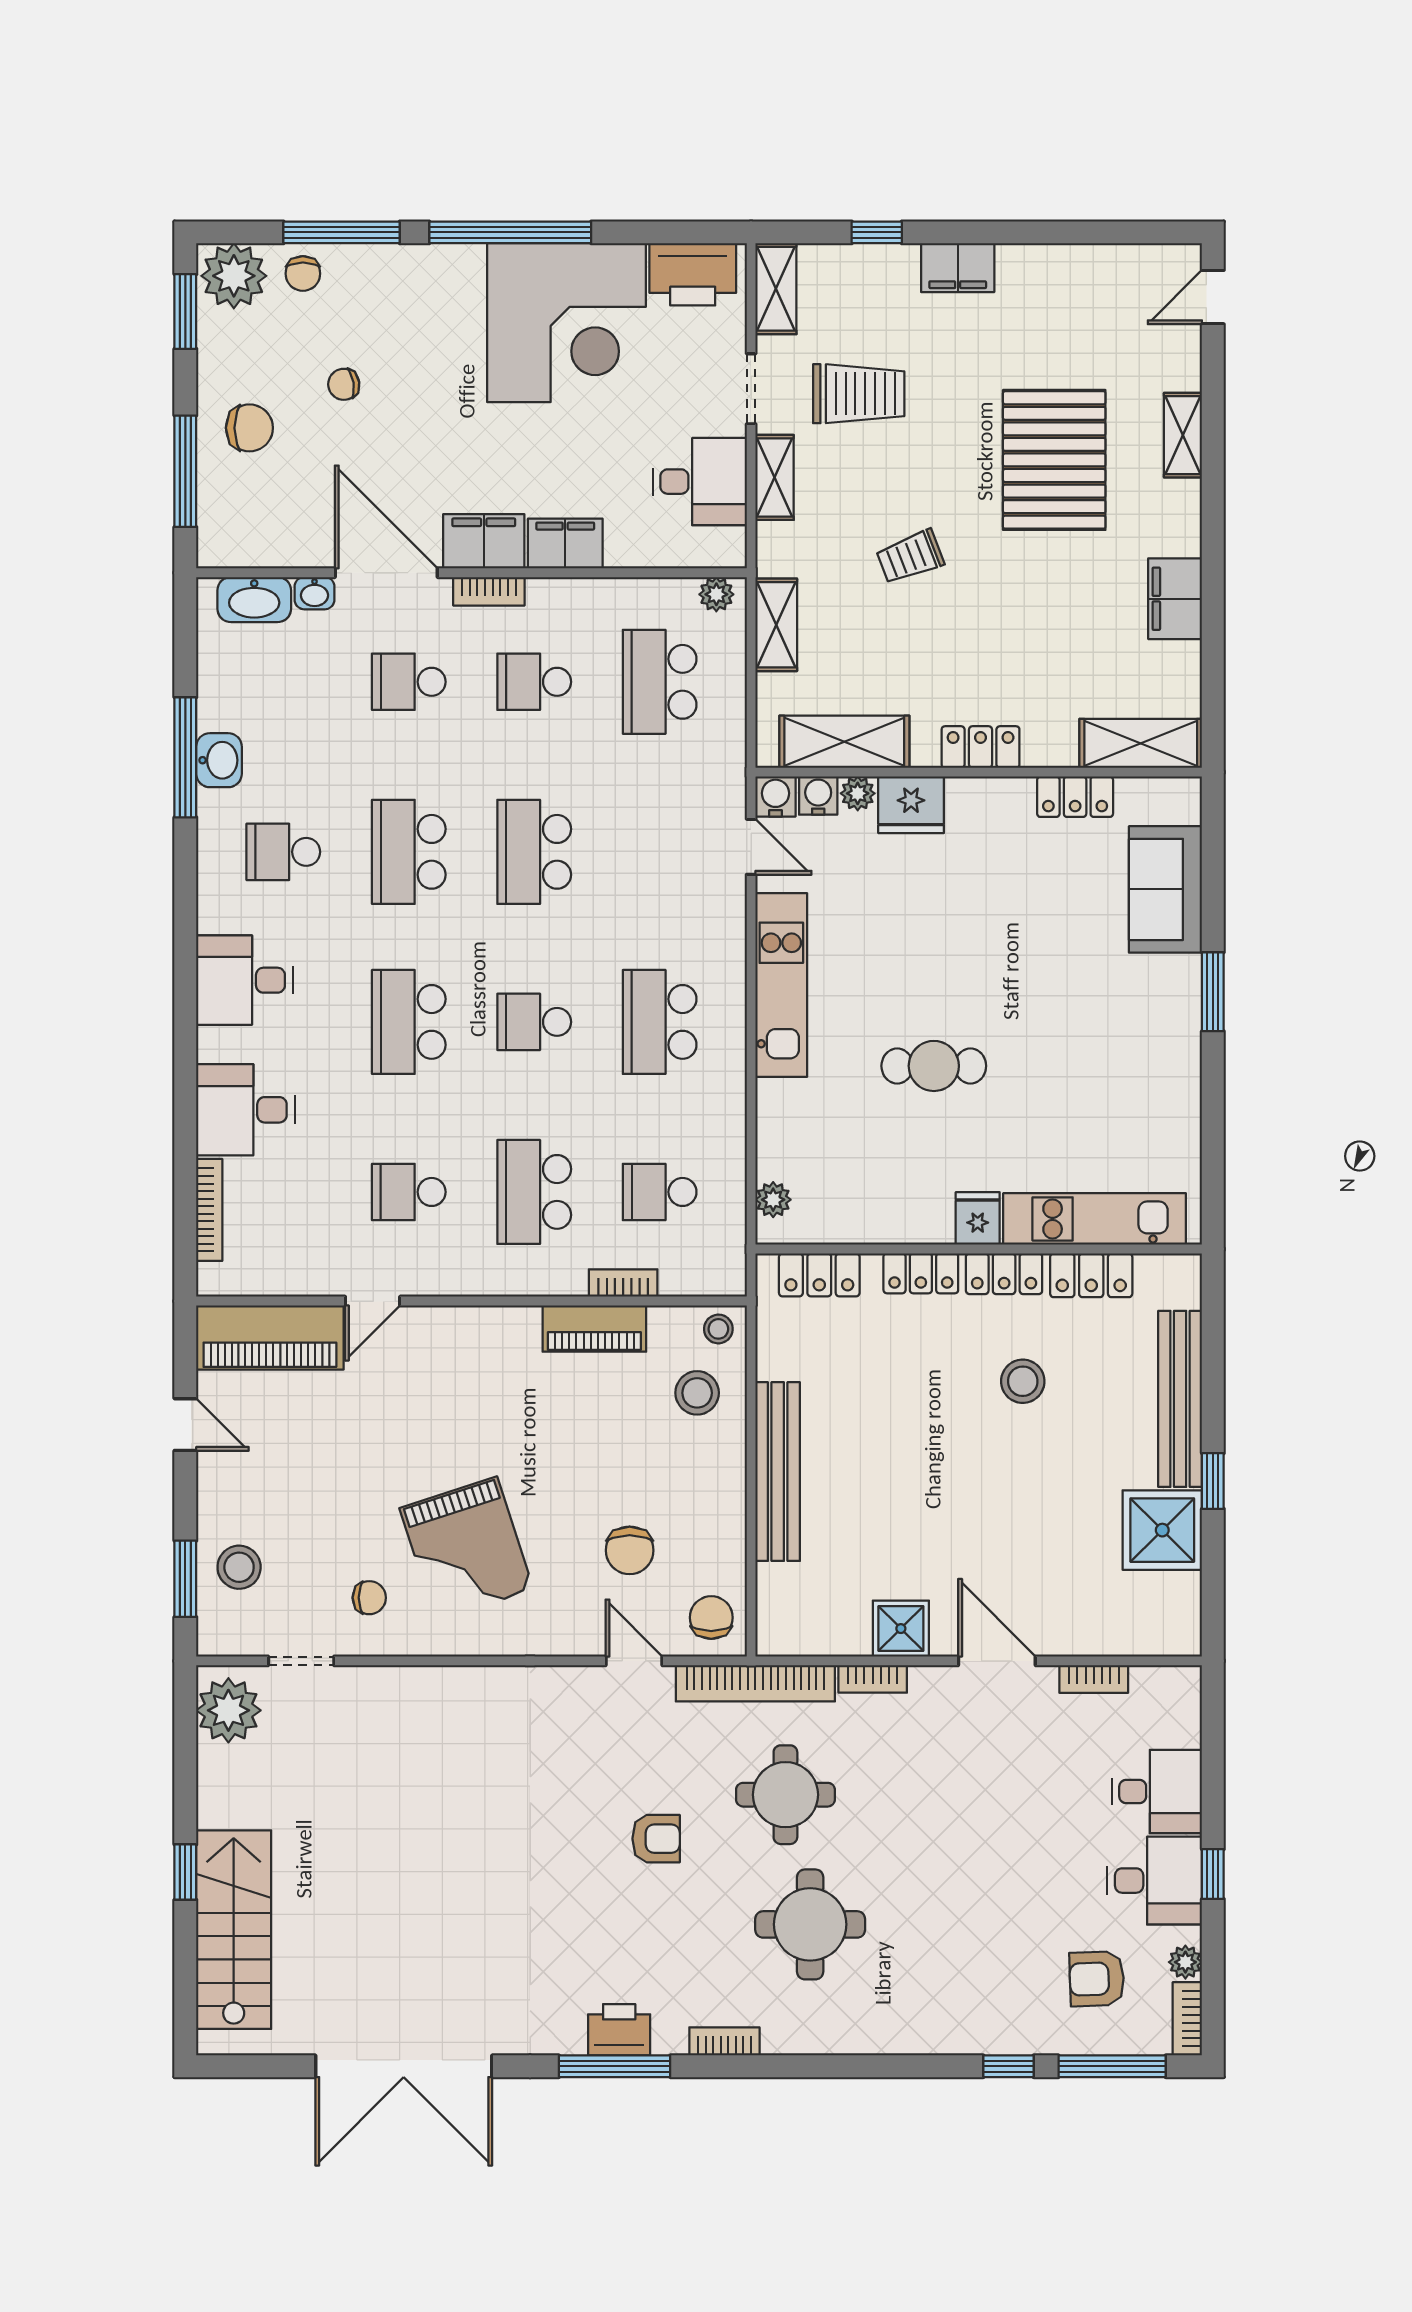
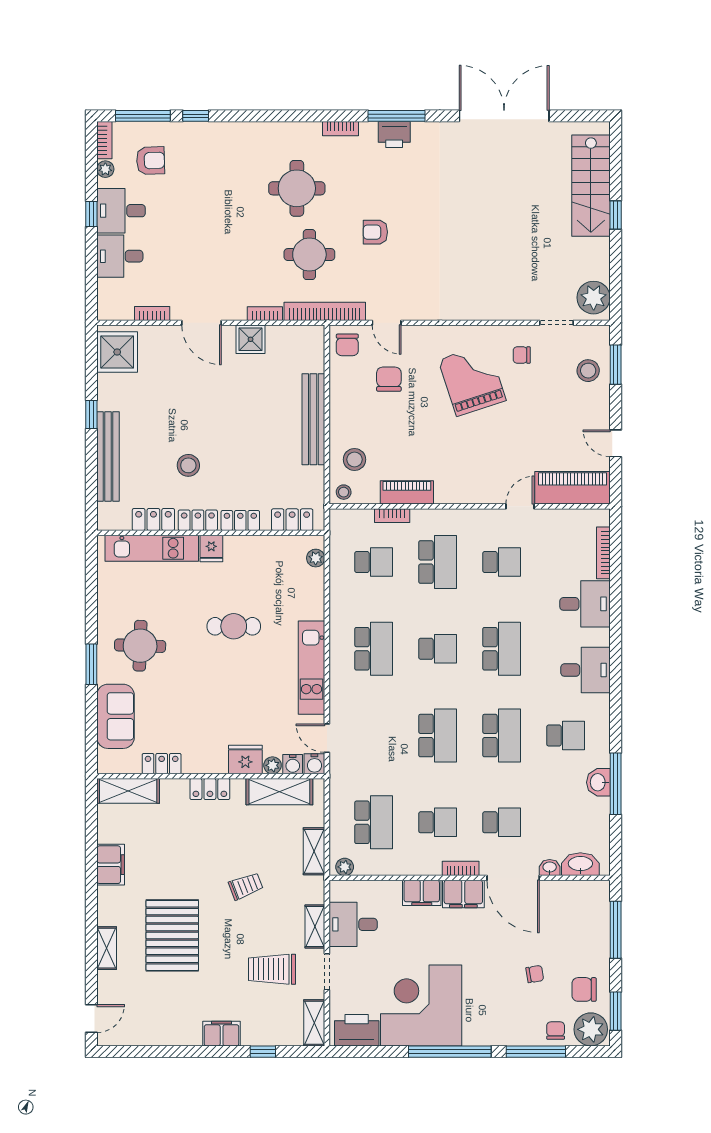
chair: (249, 428) -> (584, 989), moved
round table: (1117, 1028) -> (140, 646), added
shower: (1162, 1530) -> (117, 352), moved

